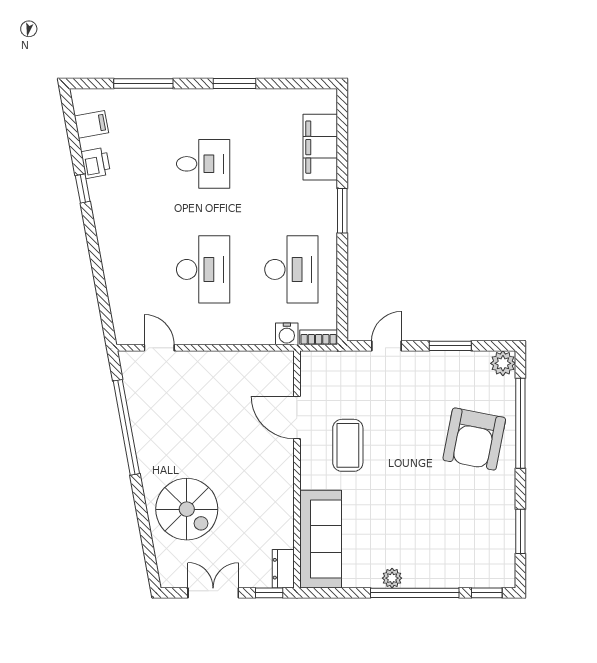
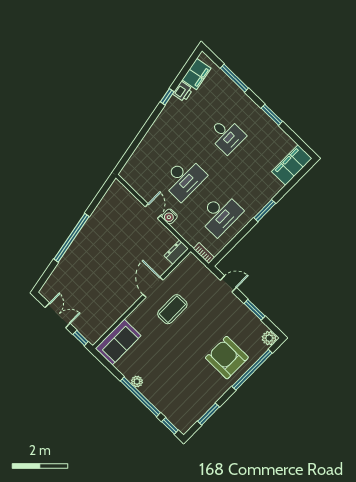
filing cabinet: (91, 124) -> (197, 74), width x2.00
filing cabinet: (320, 147) -> (292, 165), moved
water cooler: (287, 334) -> (170, 216), moved
door: (159, 348) -> (153, 211), moved
door: (297, 417) -> (153, 287), moved
window: (126, 427) -> (71, 238), moved
armchair: (474, 439) -> (227, 358), turned 79
spiral stairs: (187, 509) -> (80, 270), removed
sofa: (321, 539) -> (118, 342), width x0.73
dresser: (283, 569) -> (176, 252), moved

